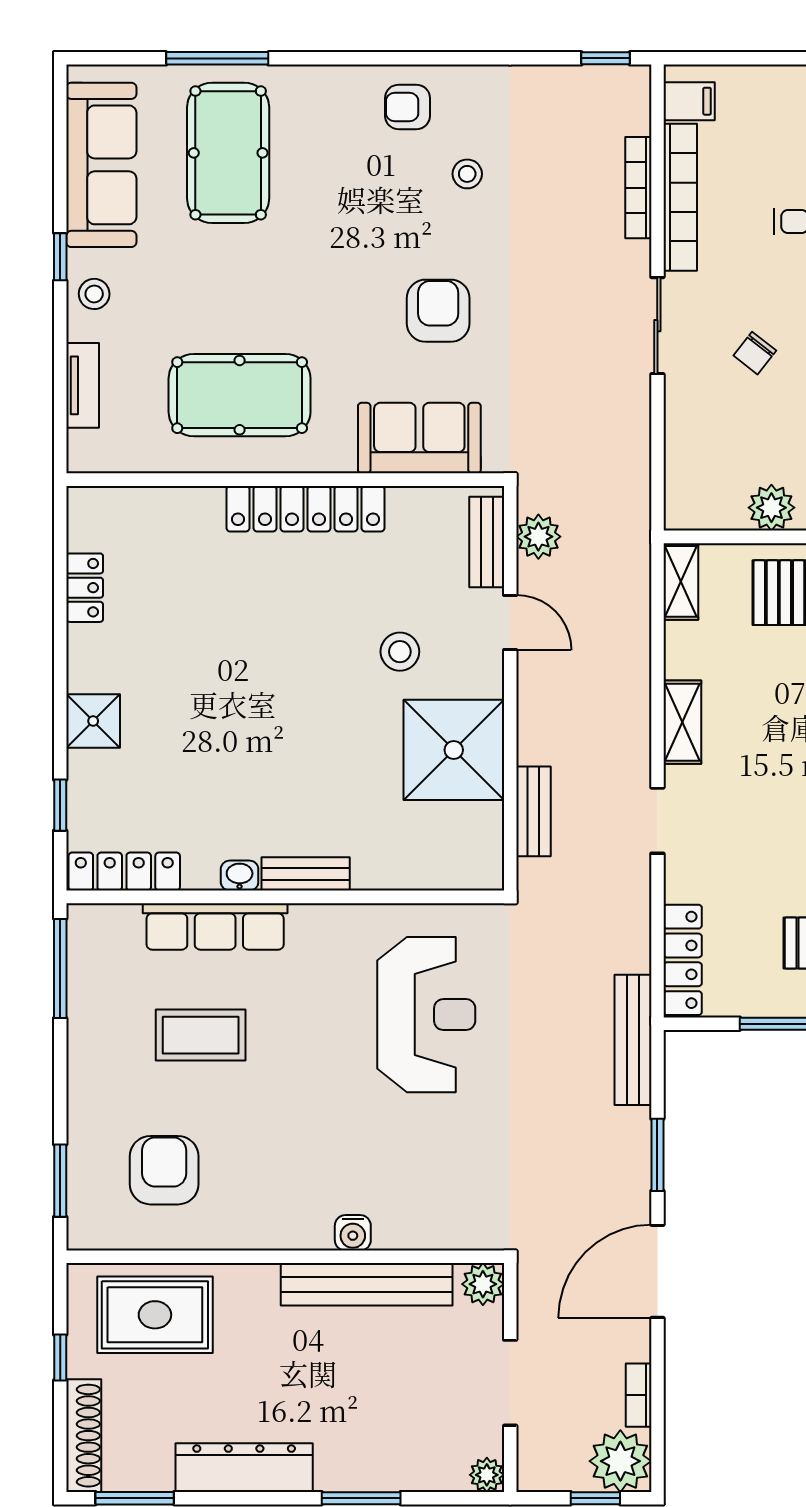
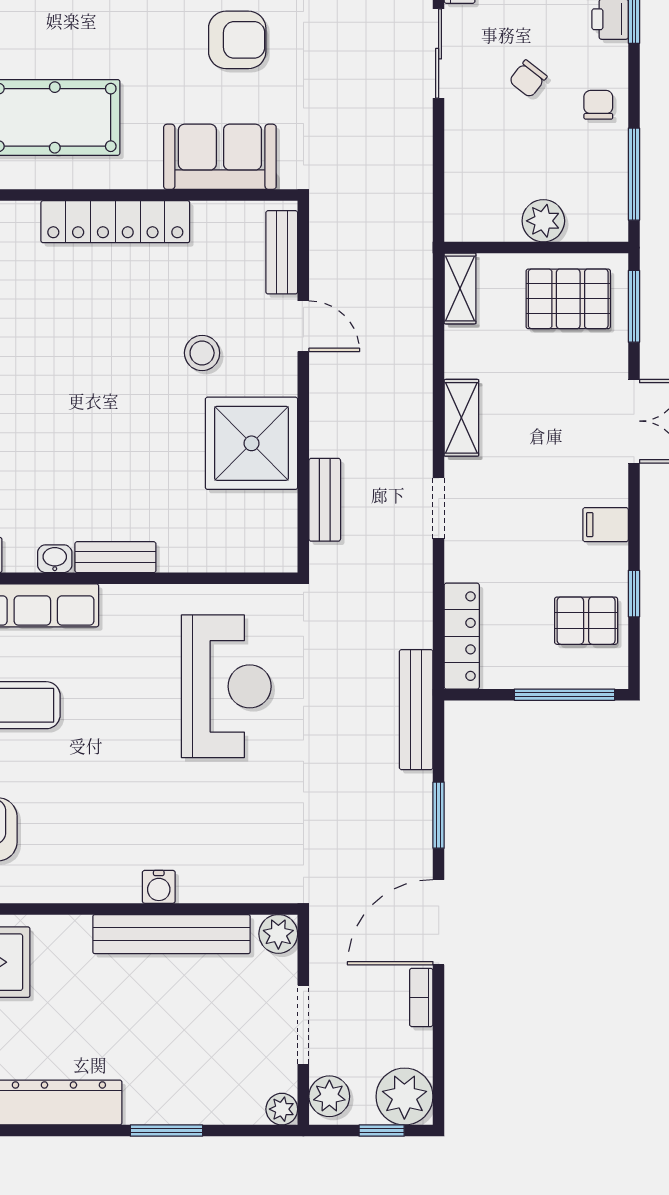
armchair: (438, 311) -> (237, 40), turned 90
plant: (538, 537) -> (329, 1096), moved
bookcase: (639, 1395) -> (421, 997), moved

